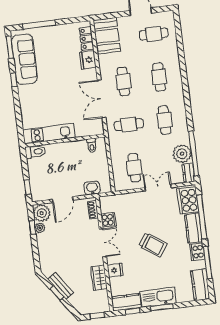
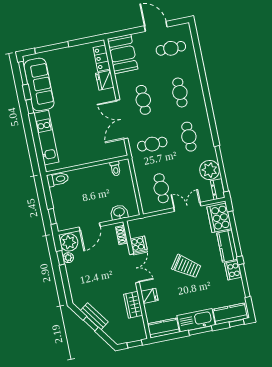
kitchen unit: (49, 134) -> (46, 138), moved, turned 90
kitchen counter: (200, 285) -> (230, 314), moved, turned 90
window: (132, 311) -> (237, 323), moved

